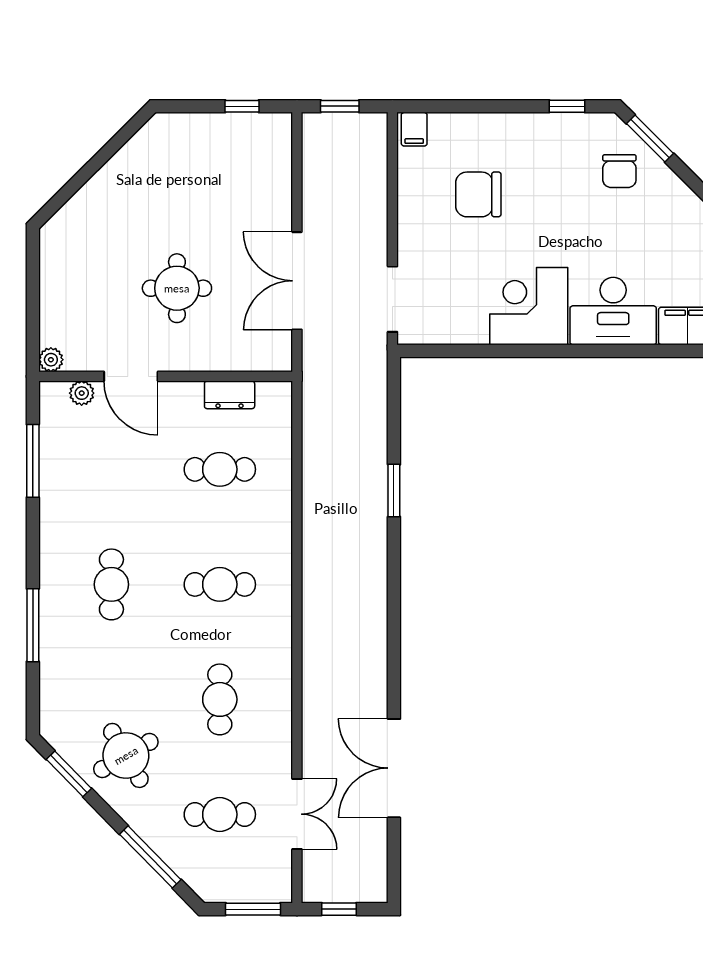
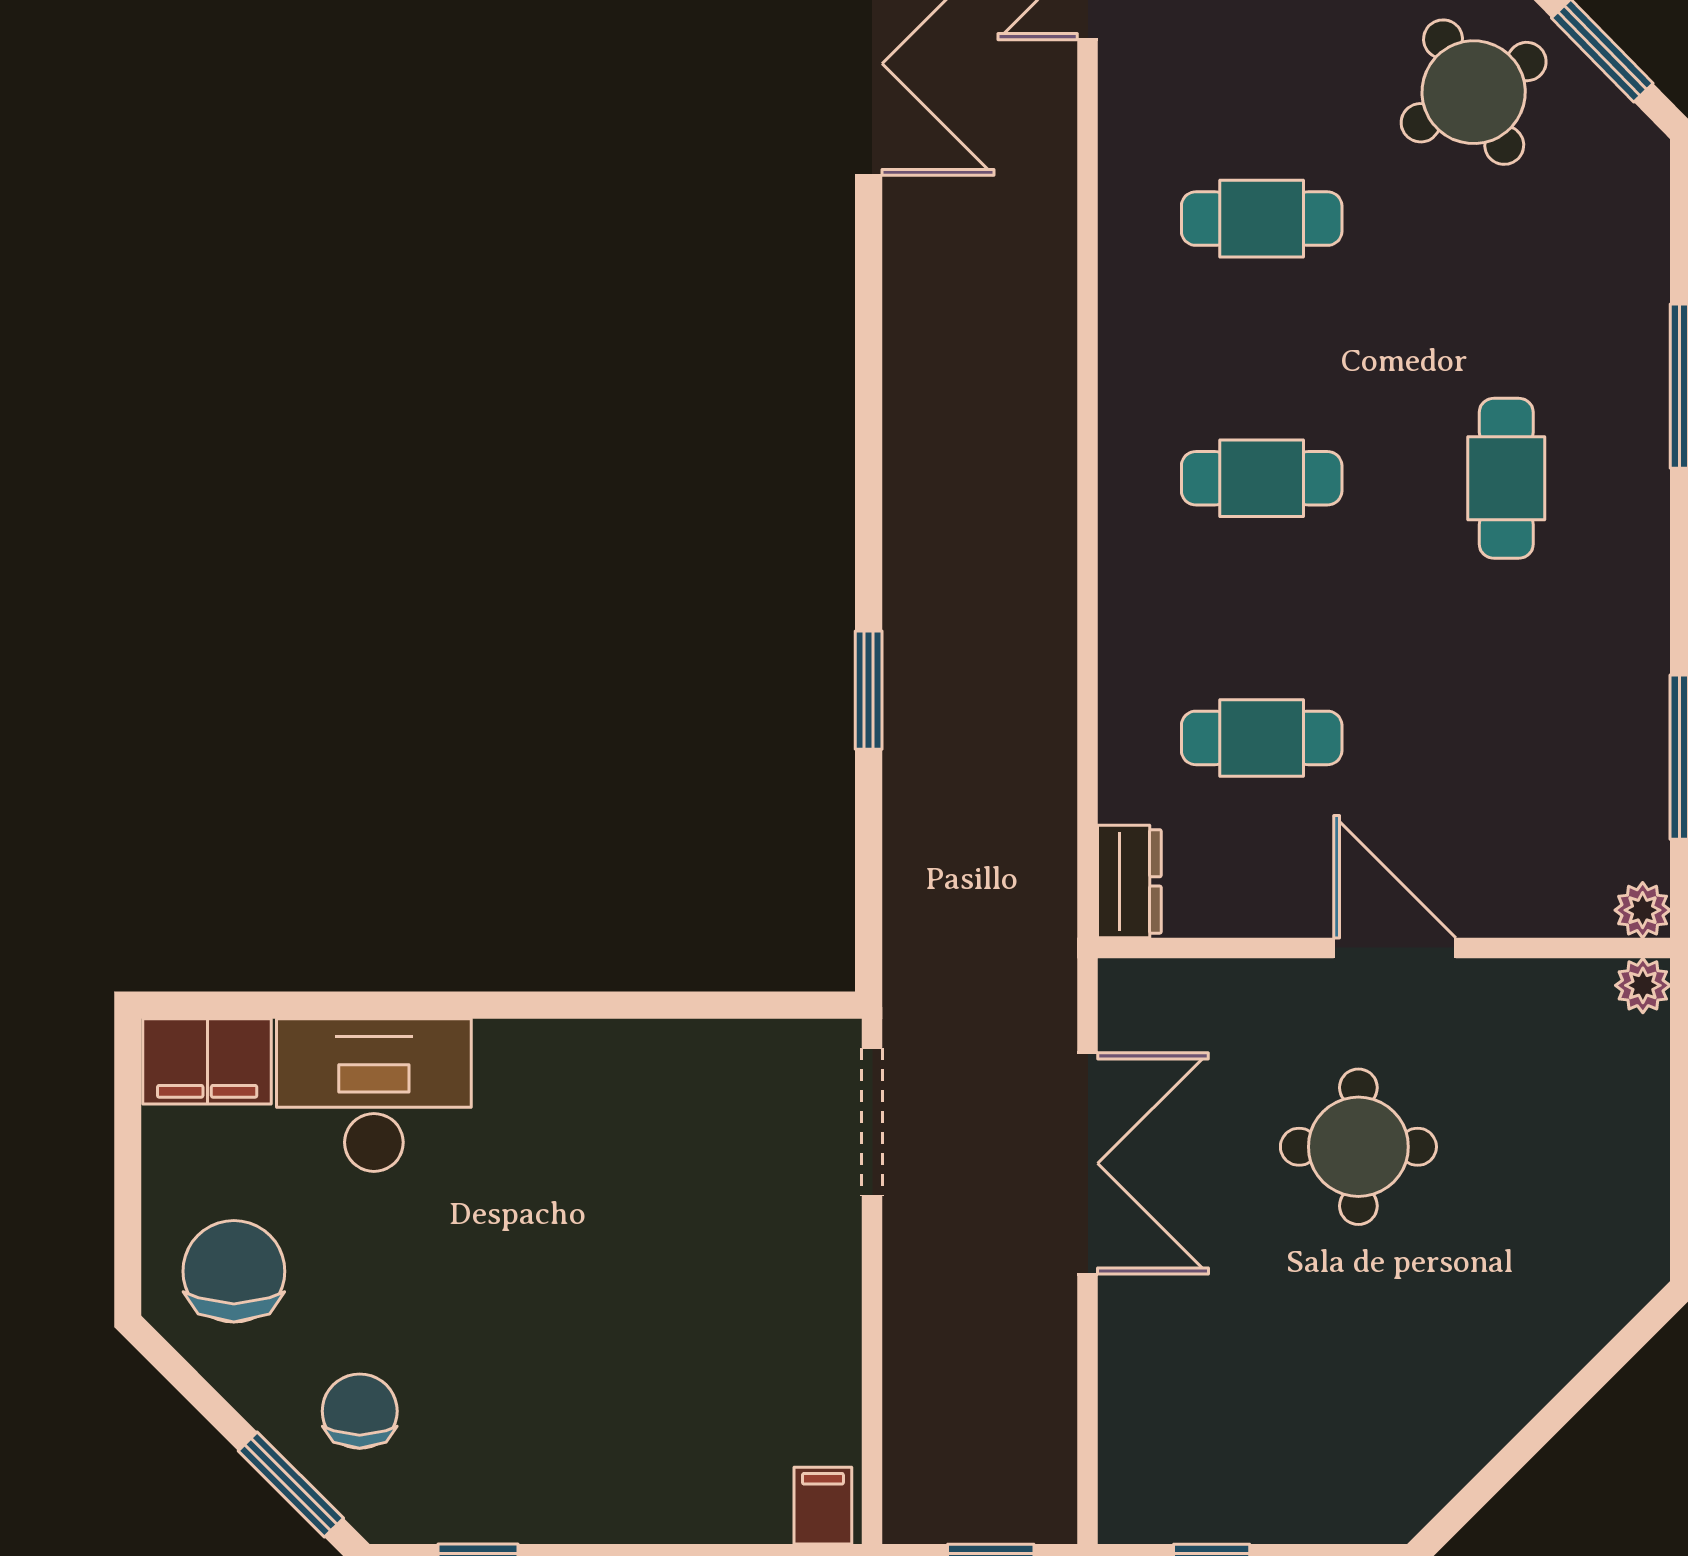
chair: (478, 194) -> (234, 1271), moved, turned -90
corner desk: (529, 306) -> (564, 1106), removed
door: (131, 376) -> (1395, 948), moved
plant: (82, 393) -> (1643, 910), moved
dresser: (230, 395) -> (1129, 881), moved, turned 90
cafe table: (220, 699) -> (1262, 219), turned 90

